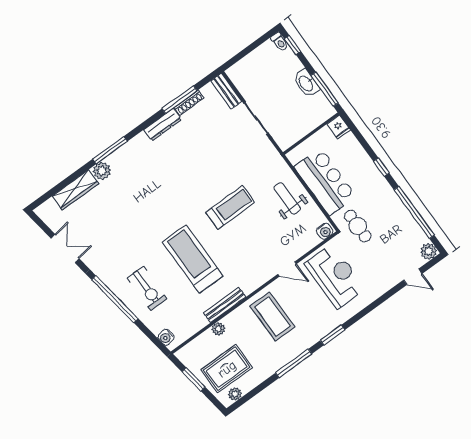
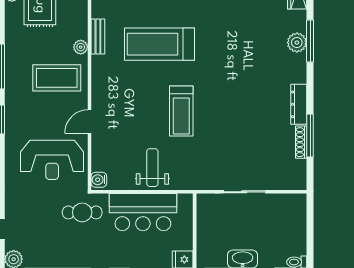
bench: (226, 91) -> (287, 183), removed
plant: (102, 171) -> (297, 43), moved
weight bench: (287, 198) -> (152, 168), turned -90
treadmill: (193, 259) -> (160, 44), turned 180
bench: (225, 305) -> (98, 37), width x0.73
plant: (218, 329) -> (81, 47), moved

